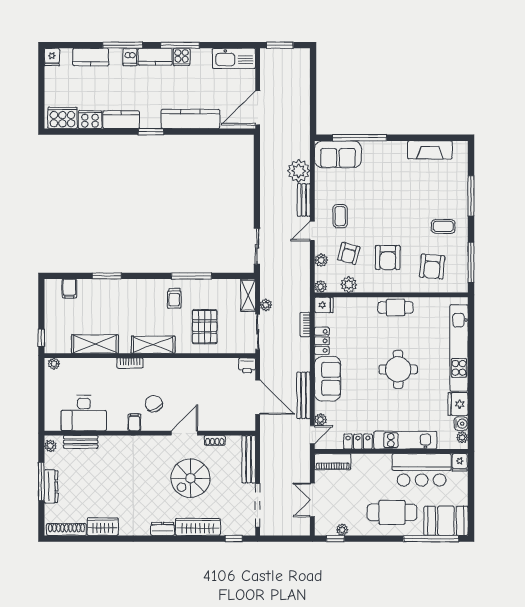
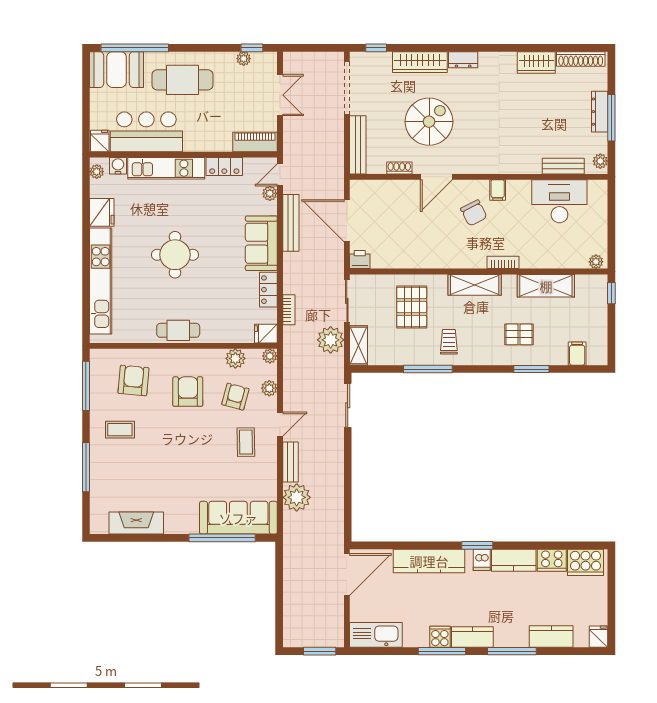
dishwasher: (130, 57) -> (482, 560), moved, turned 180
sofa: (338, 154) -> (238, 518), width x1.36
pallet: (117, 304) -> (519, 334), added
plant: (266, 305) -> (331, 340), width x1.87, depth x1.87
water cooler: (461, 424) -> (118, 166), moved, turned 90

